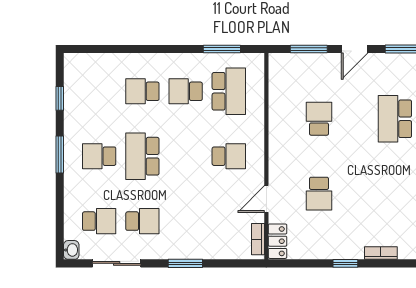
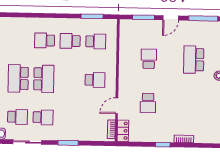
school desk: (229, 91) -> (96, 41), width x0.54
school desk: (99, 156) -> (18, 78), width x1.85
school desk: (142, 156) -> (44, 79), turned 180

